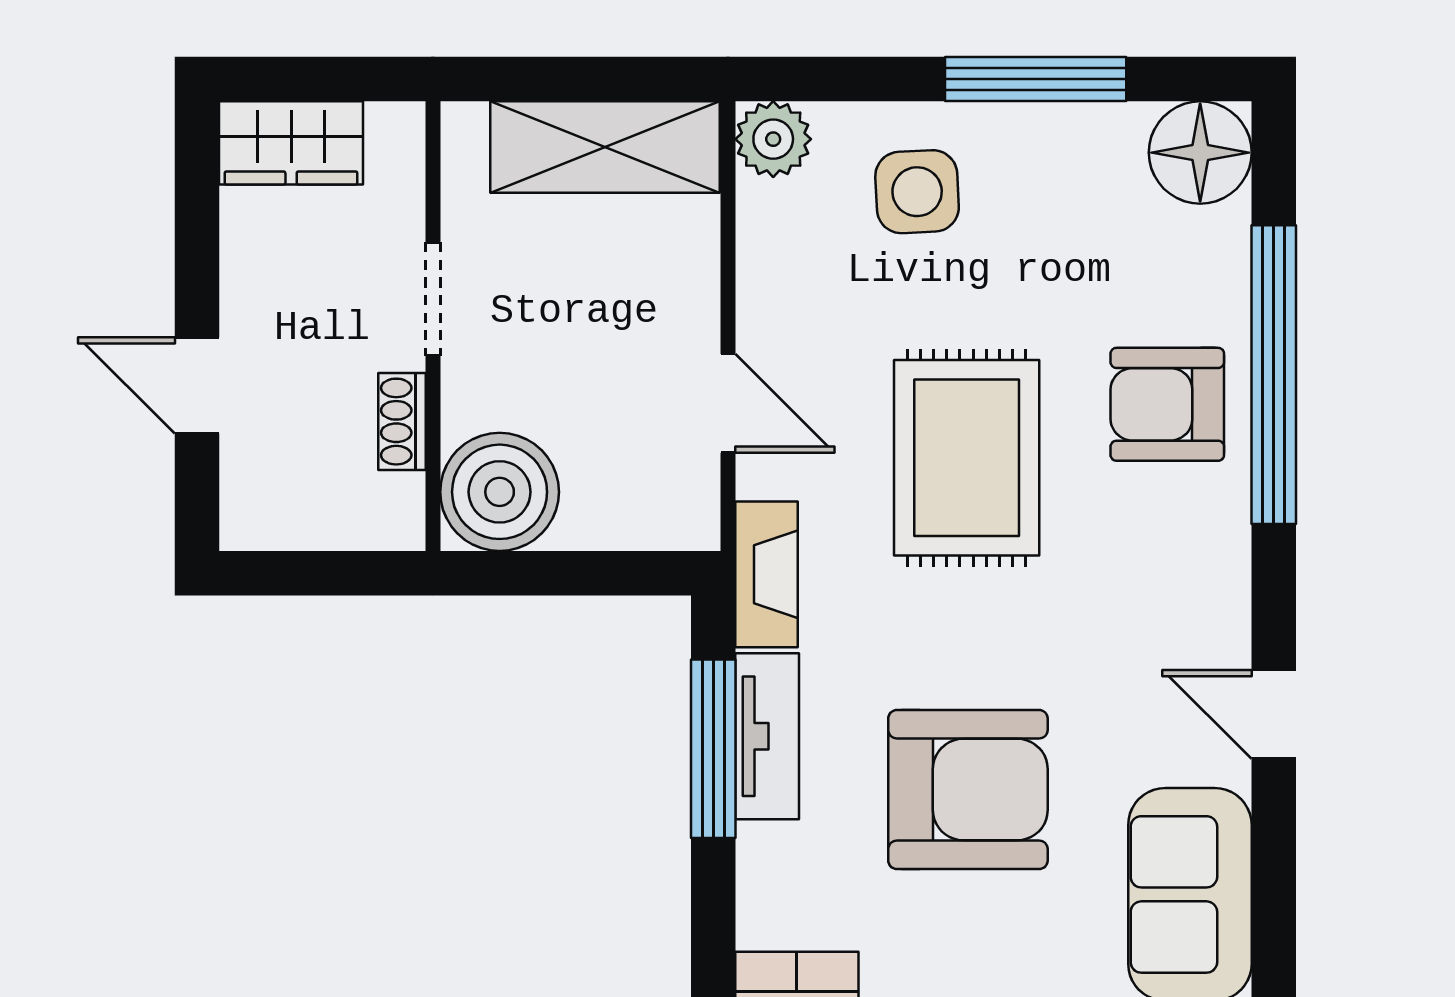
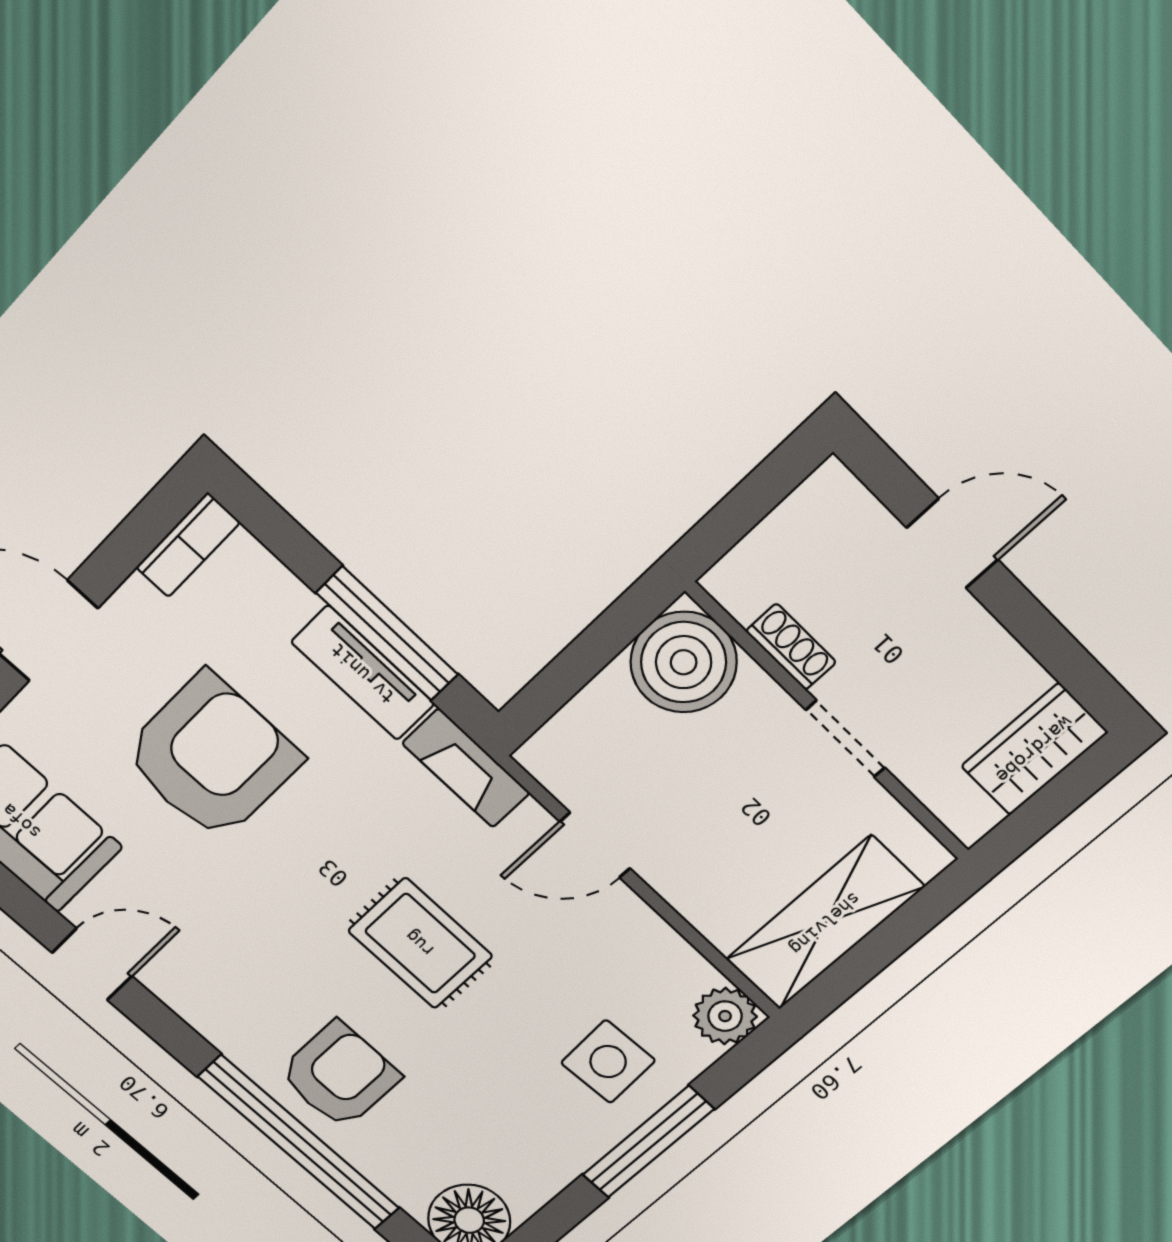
window: (1036, 79) -> (648, 1142), moved
rug: (967, 458) -> (420, 943), width x0.73, depth x0.70
armchair: (968, 790) -> (212, 757), turned 180

